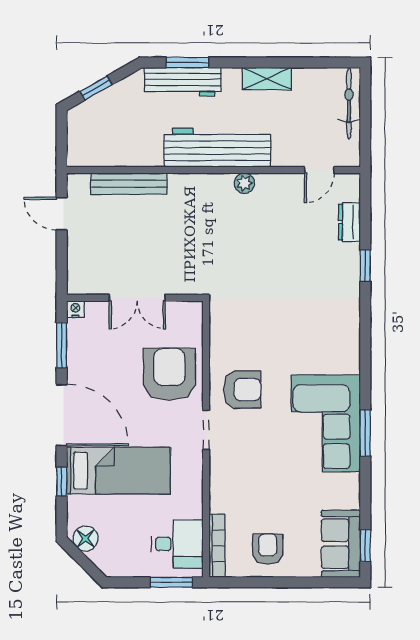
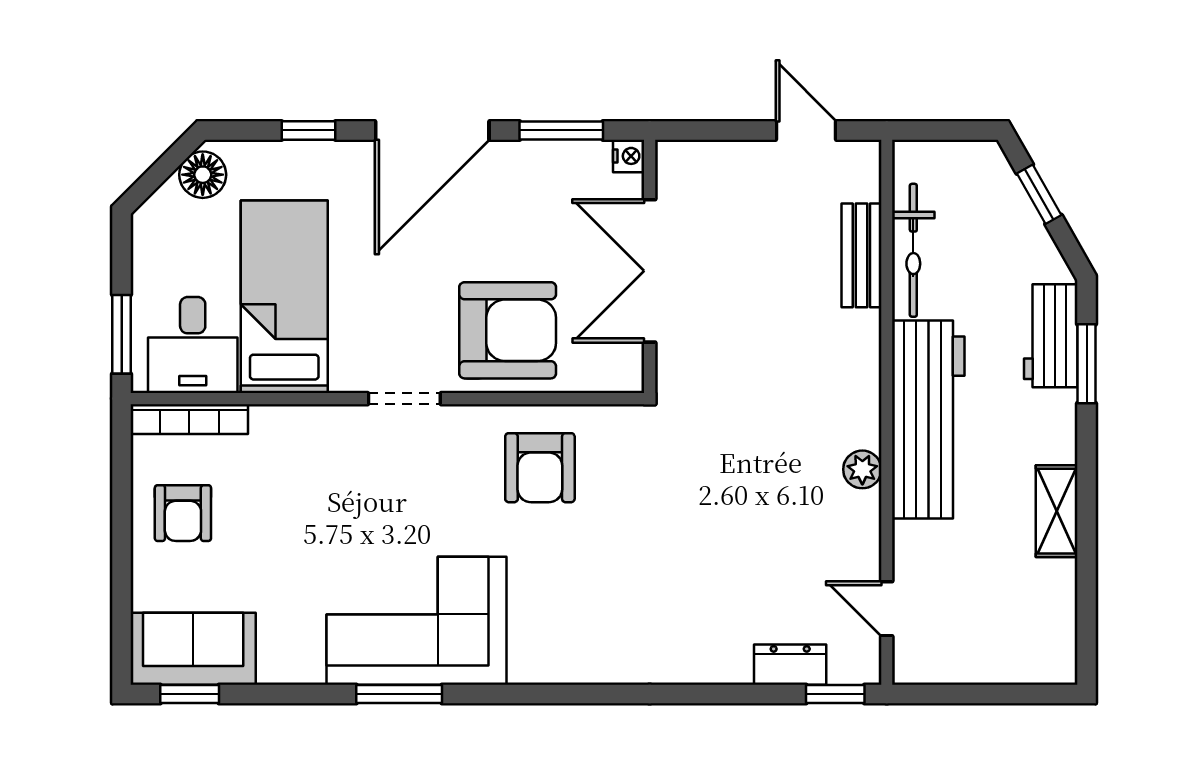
workbench: (183, 82) -> (1051, 336), width x0.73
bicycle: (349, 103) -> (913, 250), moved, turned 90
bench: (129, 184) -> (861, 255), width x0.73
door: (62, 214) -> (806, 130), hinge flipped
window: (365, 266) -> (835, 694), moved
double door: (137, 298) -> (650, 271), width x1.37
armchair: (242, 390) -> (540, 468), moved
bed: (118, 471) -> (284, 297), moved, turned 180
armchair: (268, 549) -> (183, 513), turned 90

